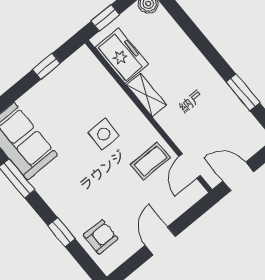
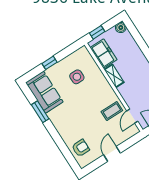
window: (47, 66) -> (50, 63), moved
side table: (104, 134) -> (77, 77), moved
window: (61, 232) -> (60, 143), removed

